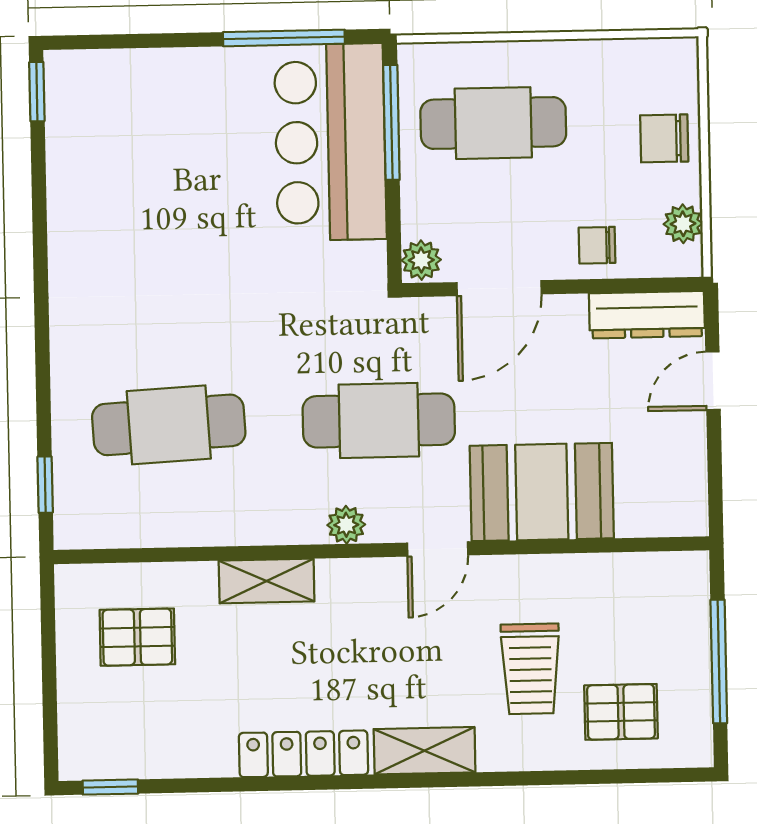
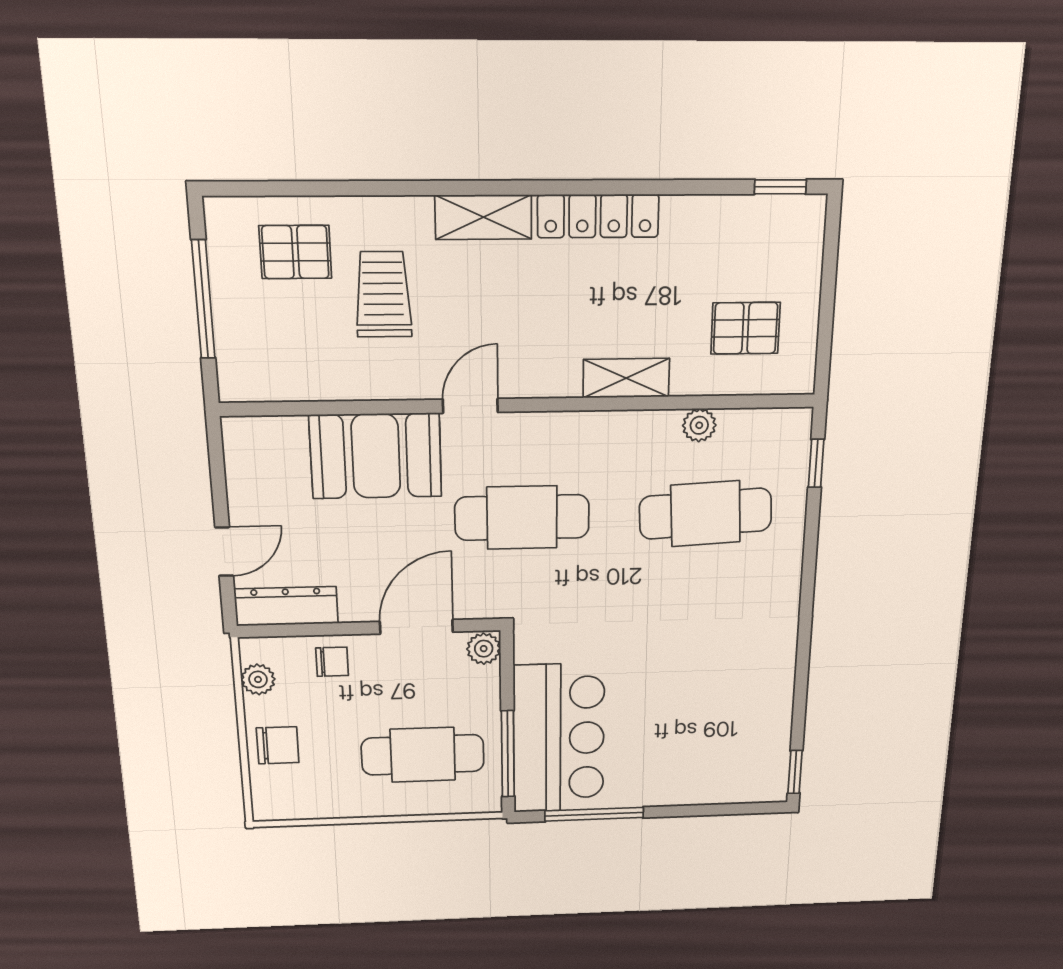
plant: (346, 525) -> (699, 425), moved

